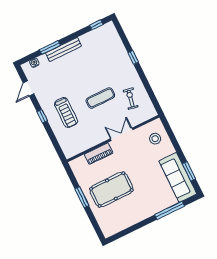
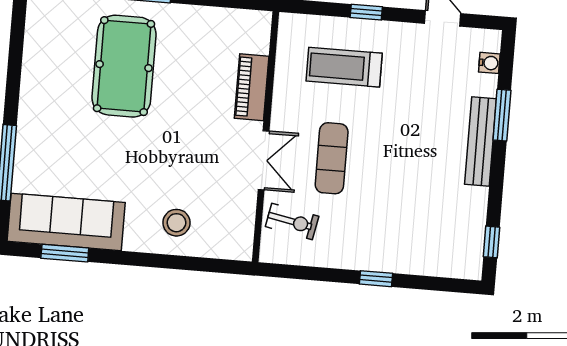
double door: (122, 134) -> (264, 160), moved
wall: (113, 138) -> (265, 137), moved
piano: (99, 154) -> (252, 87), moved

